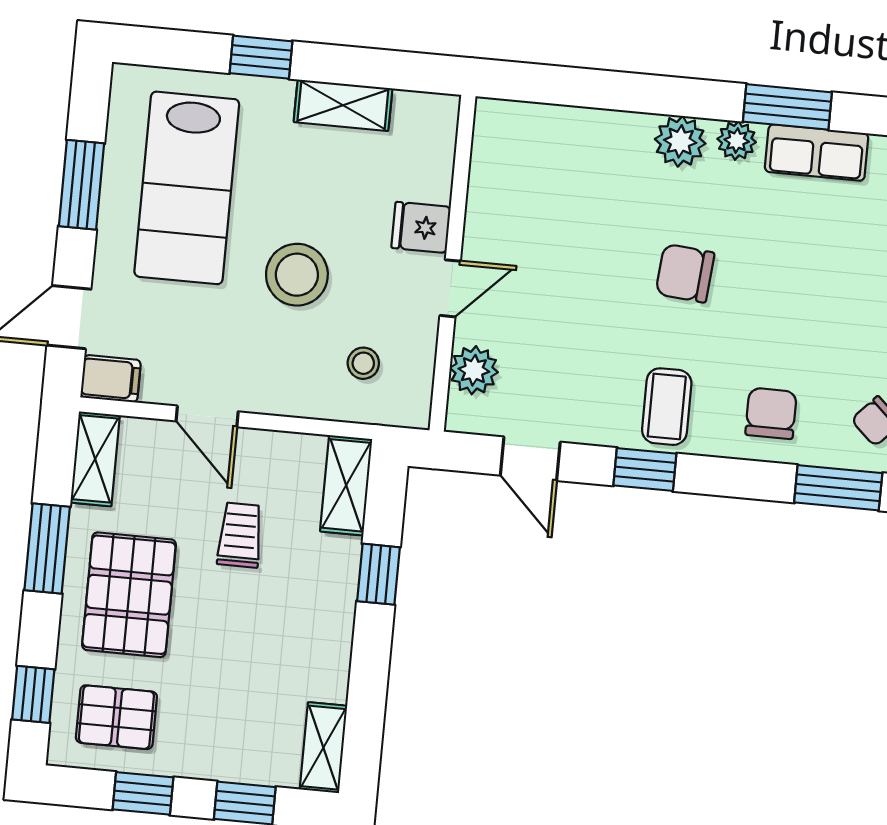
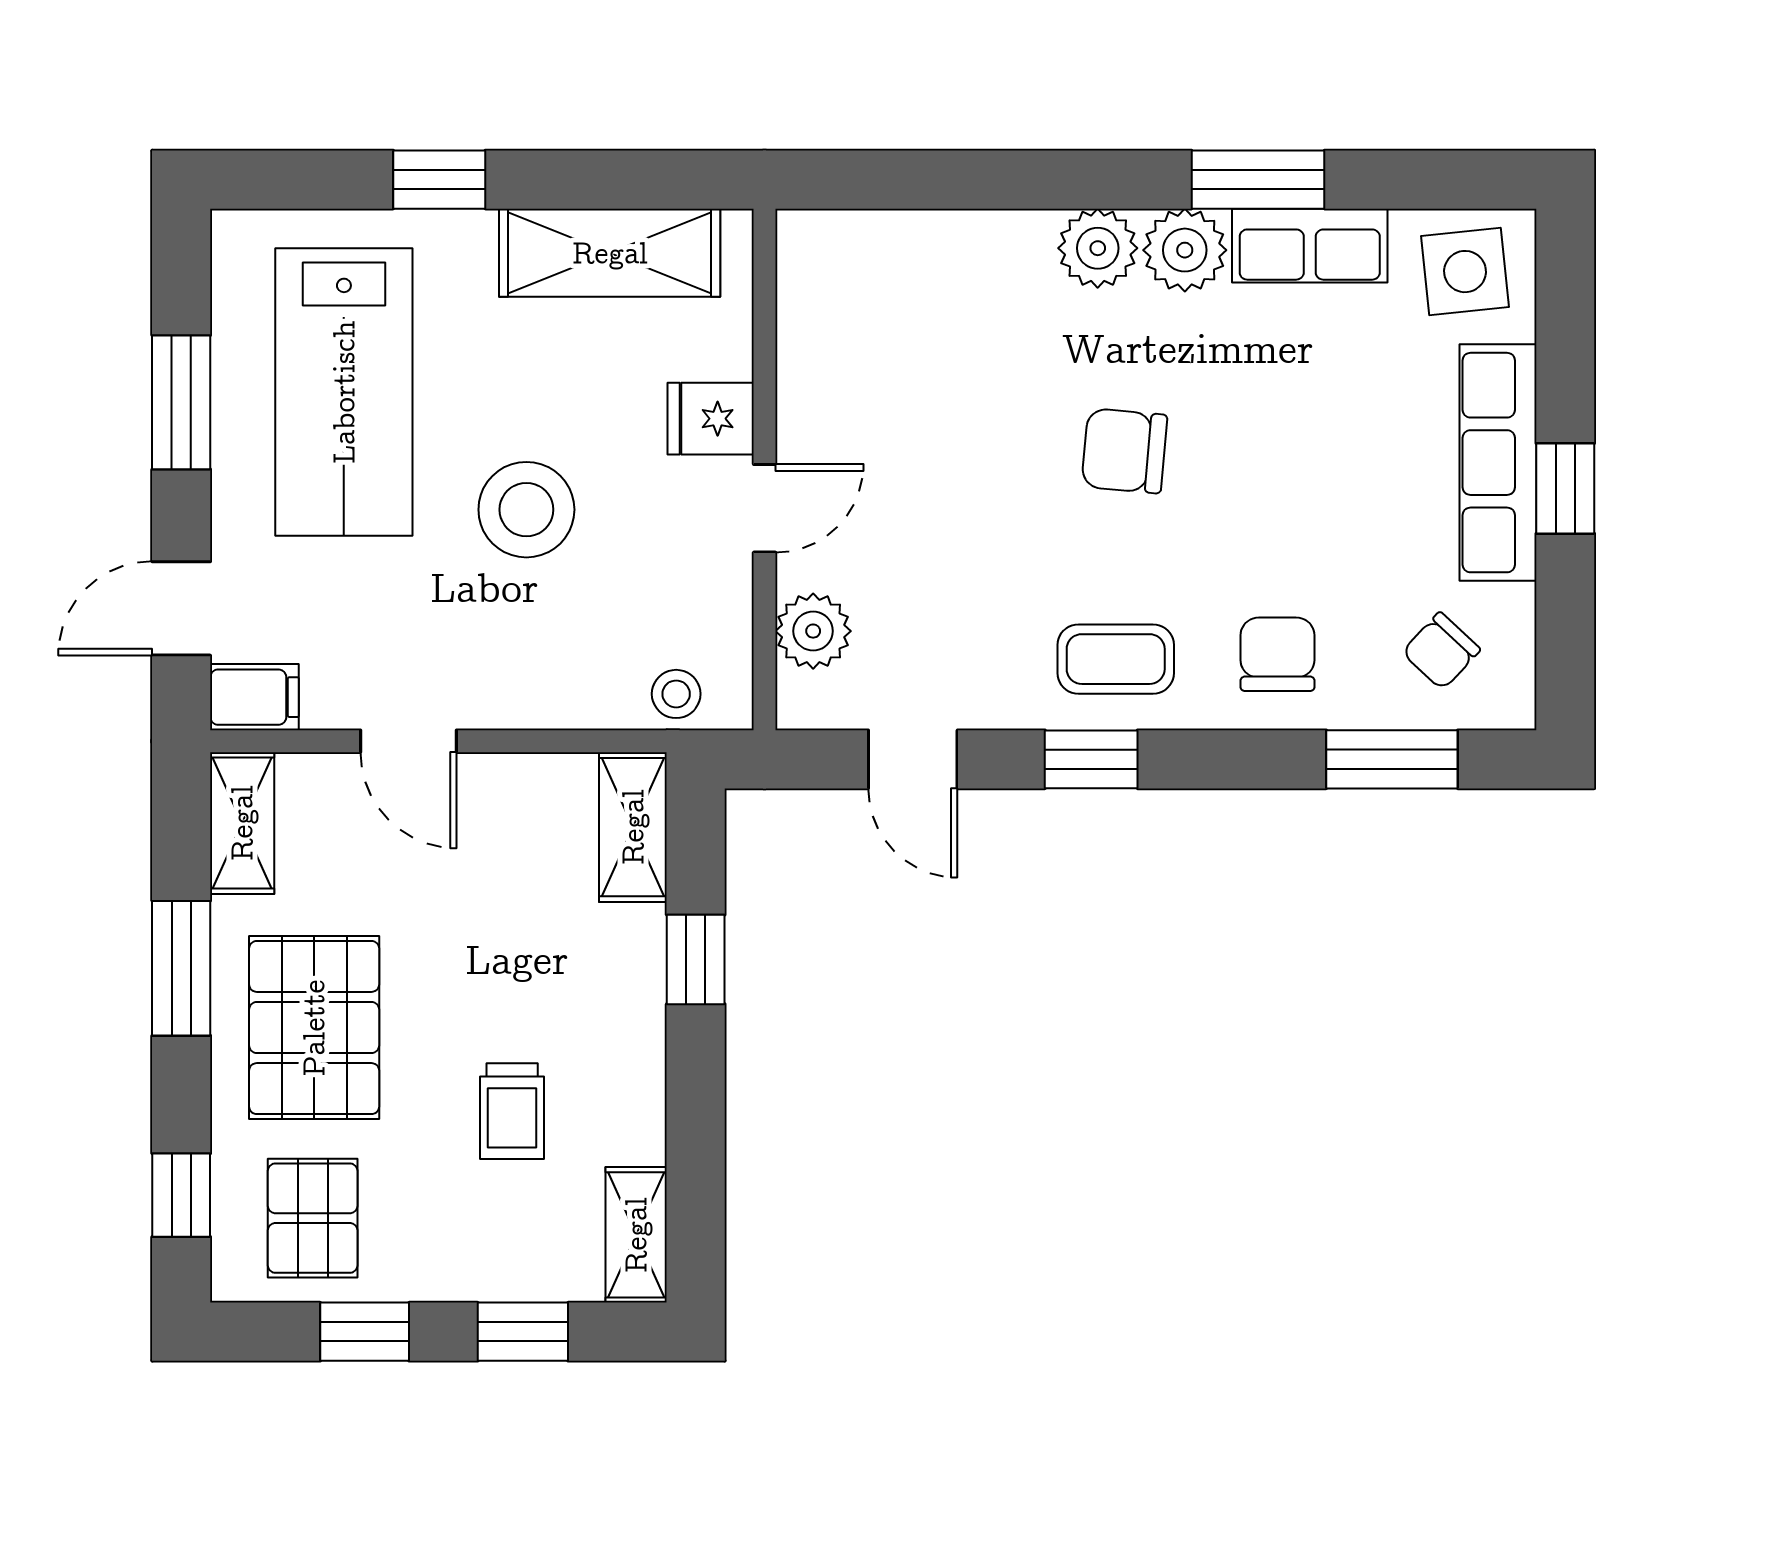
shelving: (343, 105) -> (610, 253), width x1.50, depth x1.33
plant: (737, 141) -> (1185, 250), width x1.38, depth x1.38
stool: (363, 363) -> (676, 694), moved
coffee table: (667, 407) -> (1116, 659), turned 90
trolley: (240, 535) -> (512, 1111), moved, turned 180
pallet: (116, 717) -> (313, 1218), turned 90

